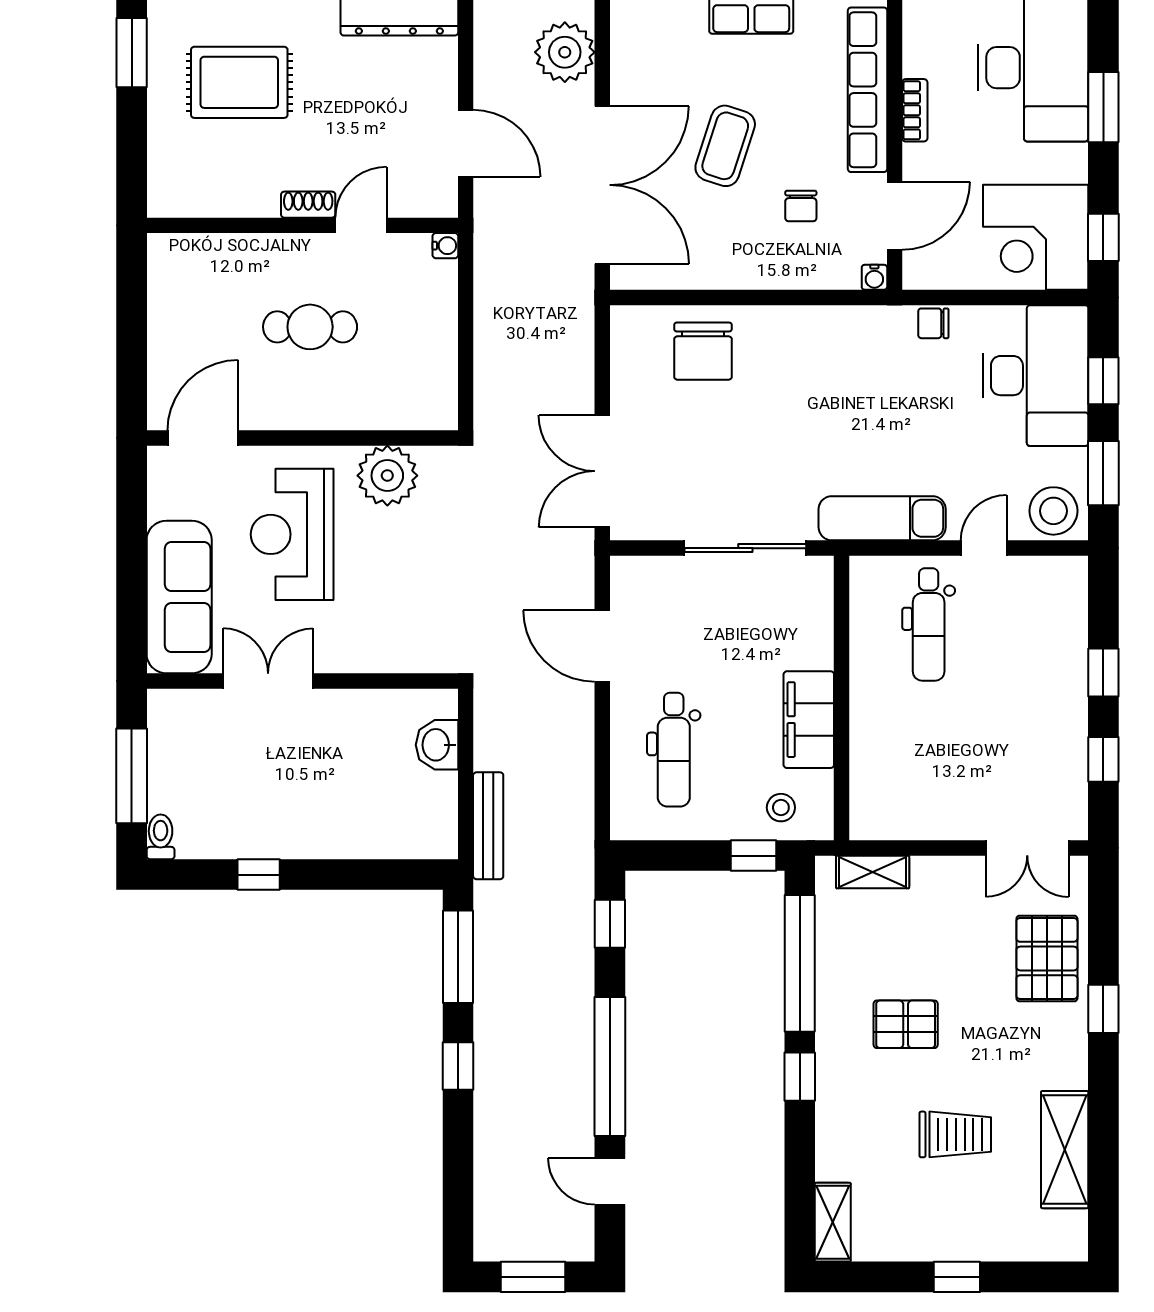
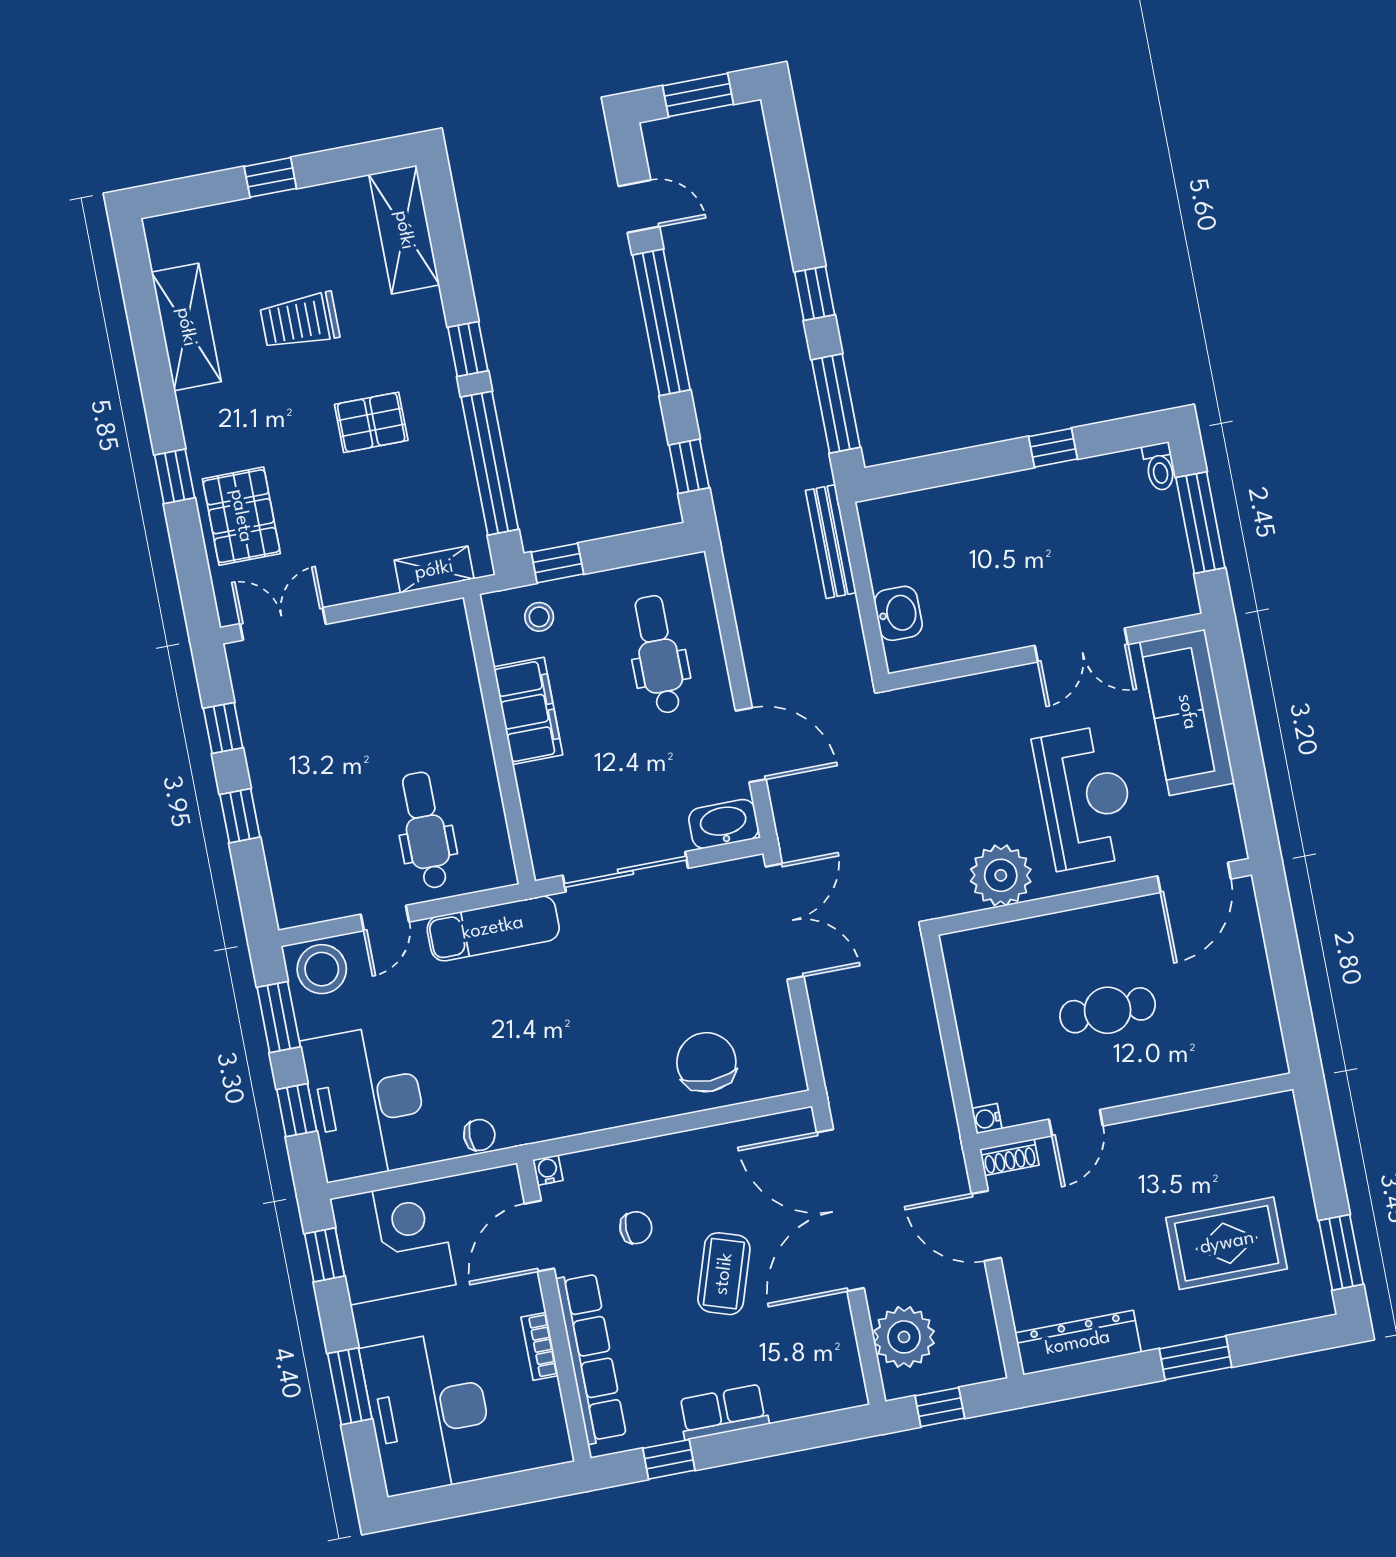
shoe rack: (308, 205) -> (1009, 1157), moved
chair: (801, 206) -> (636, 1228), turned 90
washbasin: (643, 576) -> (724, 824), added
shelving: (833, 1222) -> (404, 230), width x1.50, depth x1.33

